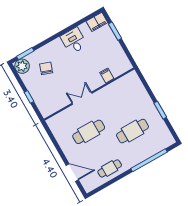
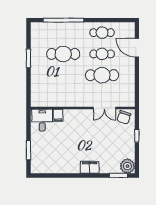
filing cabinet: (97, 22) -> (90, 167), moved
desk: (74, 41) -> (42, 120), moved, turned 180
chair: (46, 68) -> (124, 117), moved
double door: (82, 98) -> (104, 108), moved
cafe table: (99, 150) -> (102, 54), added

